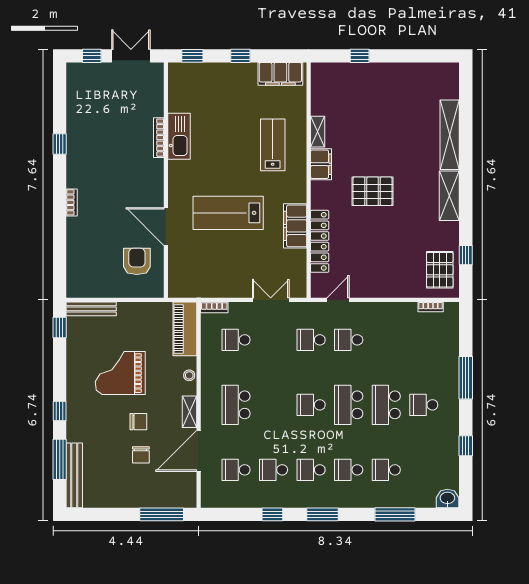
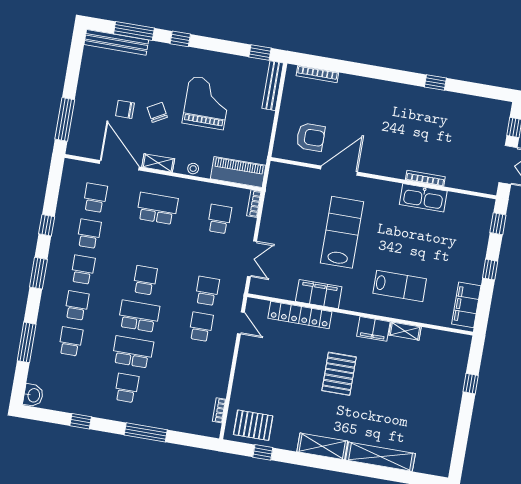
bookcase: (72, 202) -> (317, 74), moved, width x1.56
chair: (138, 422) -> (157, 112), turned 151

